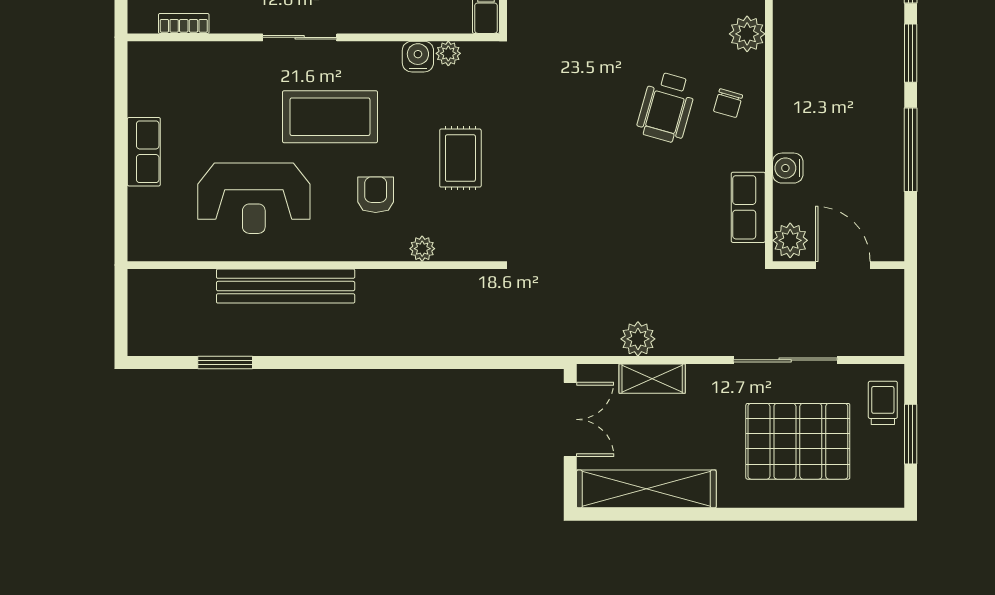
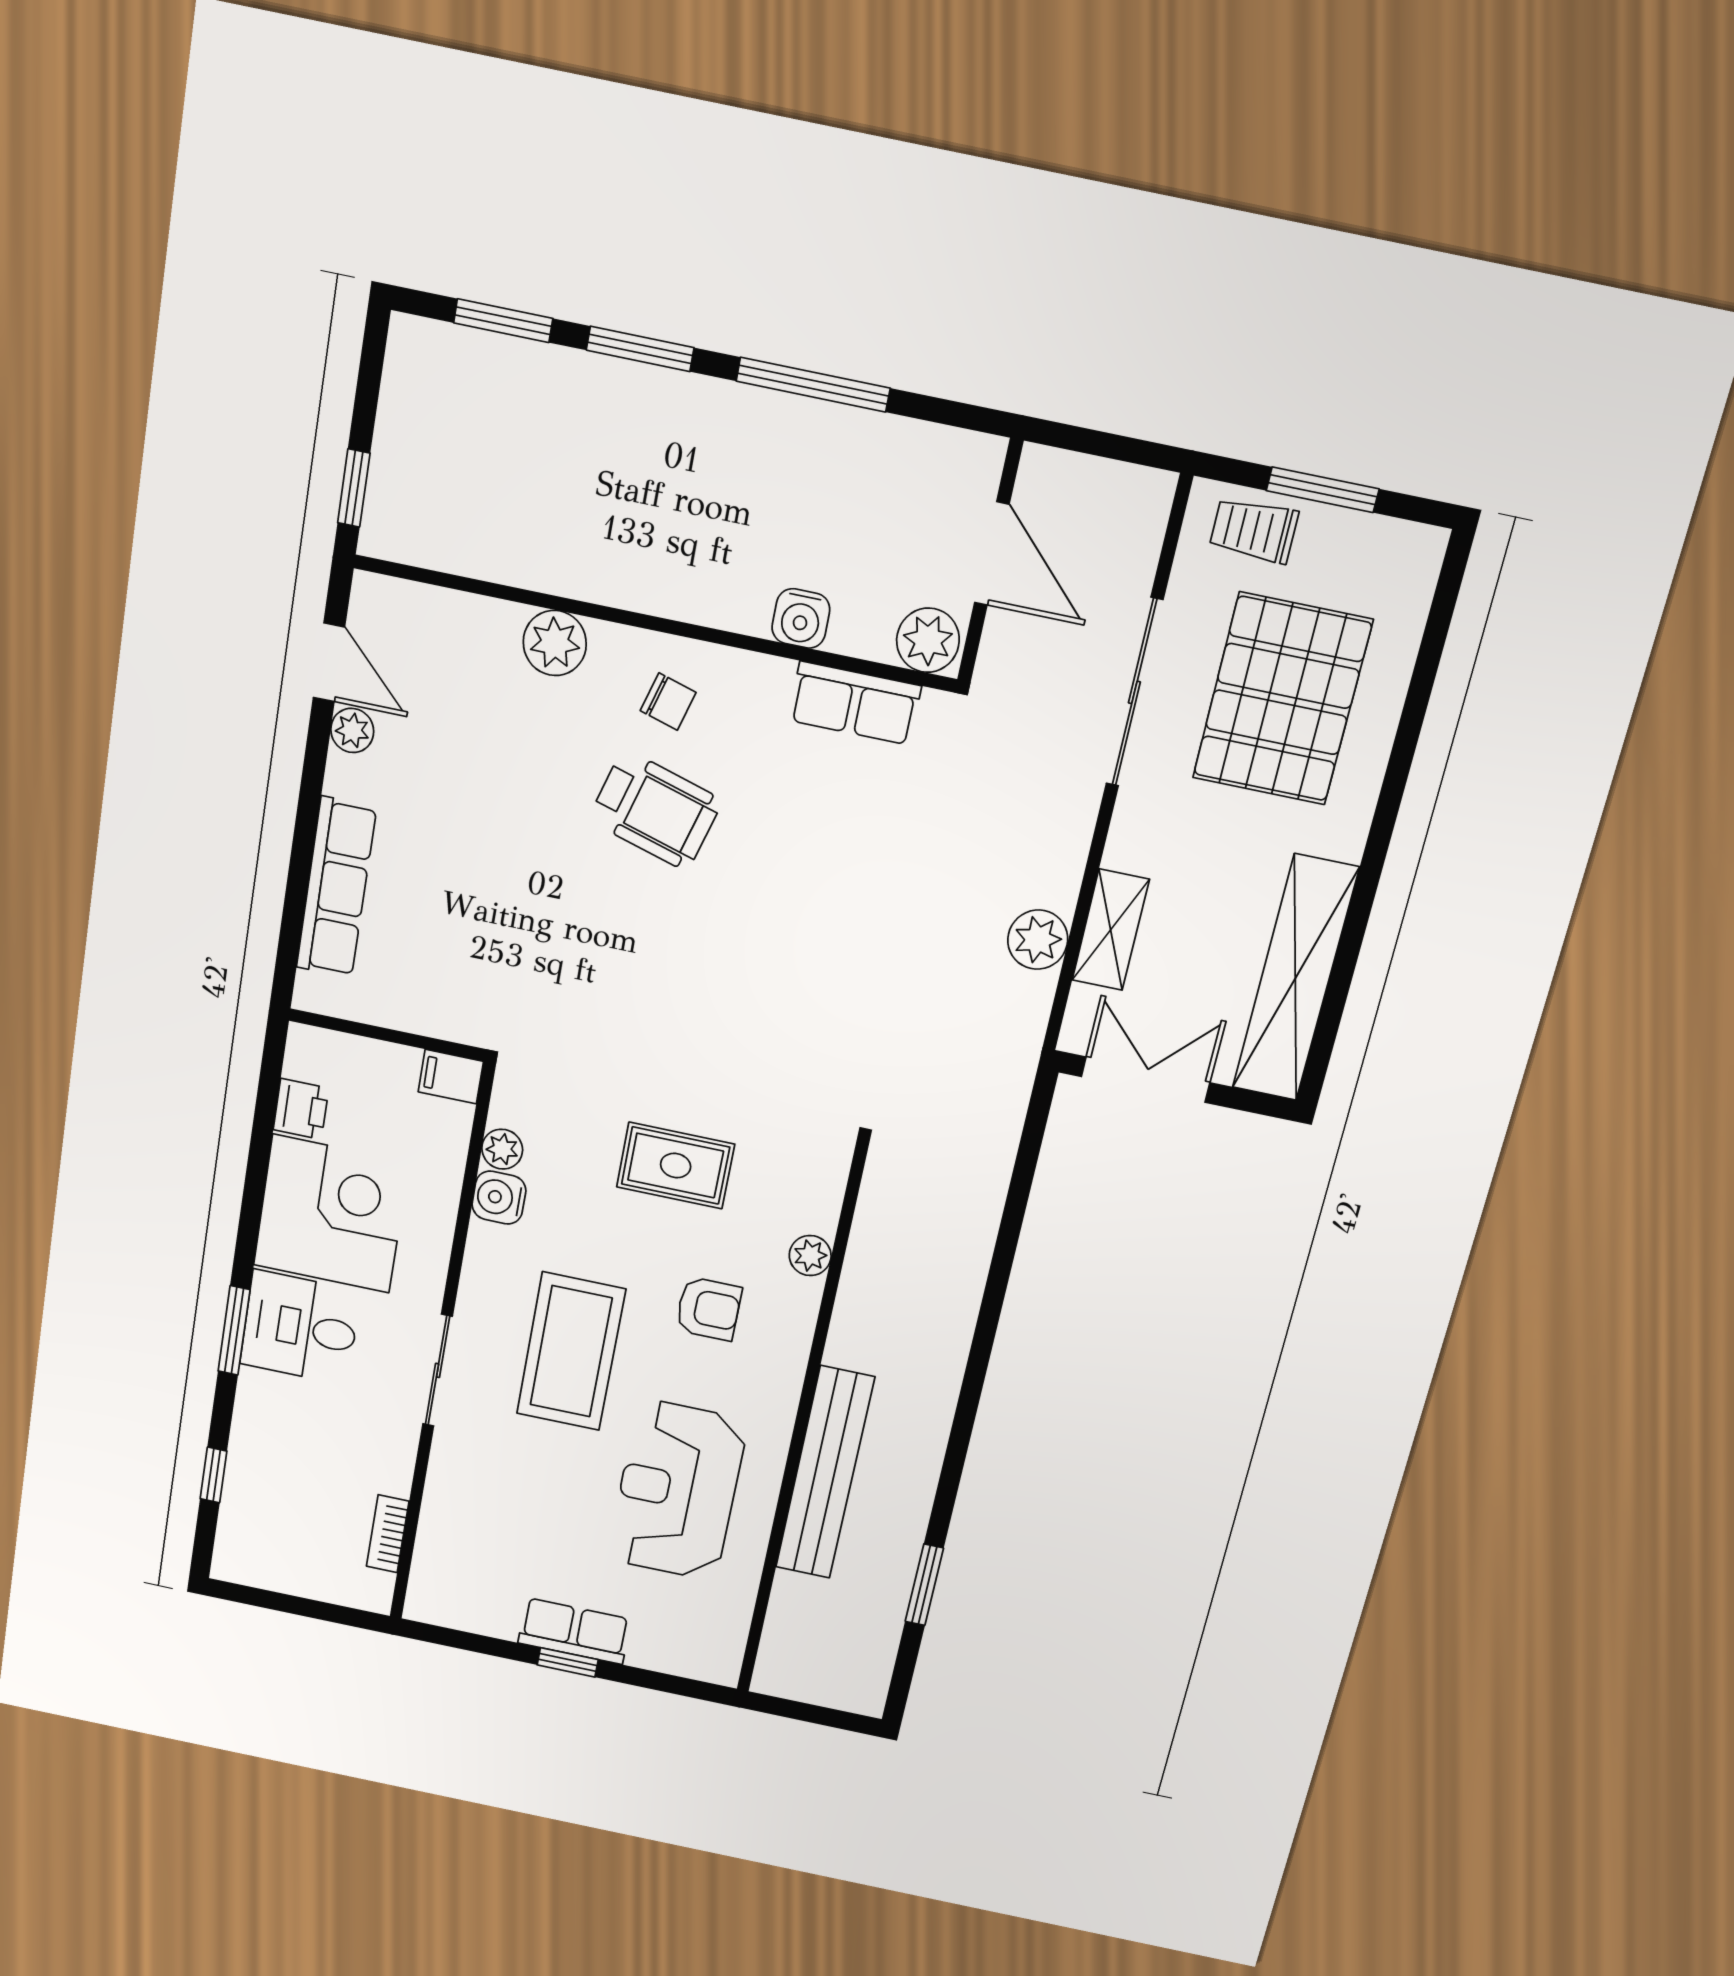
window: (121, 151) -> (568, 1662), added
armchair: (376, 195) -> (709, 1309), turned 180
reception desk: (254, 198) -> (677, 1490), turned 180
door: (843, 265) -> (992, 554), swing flipped

